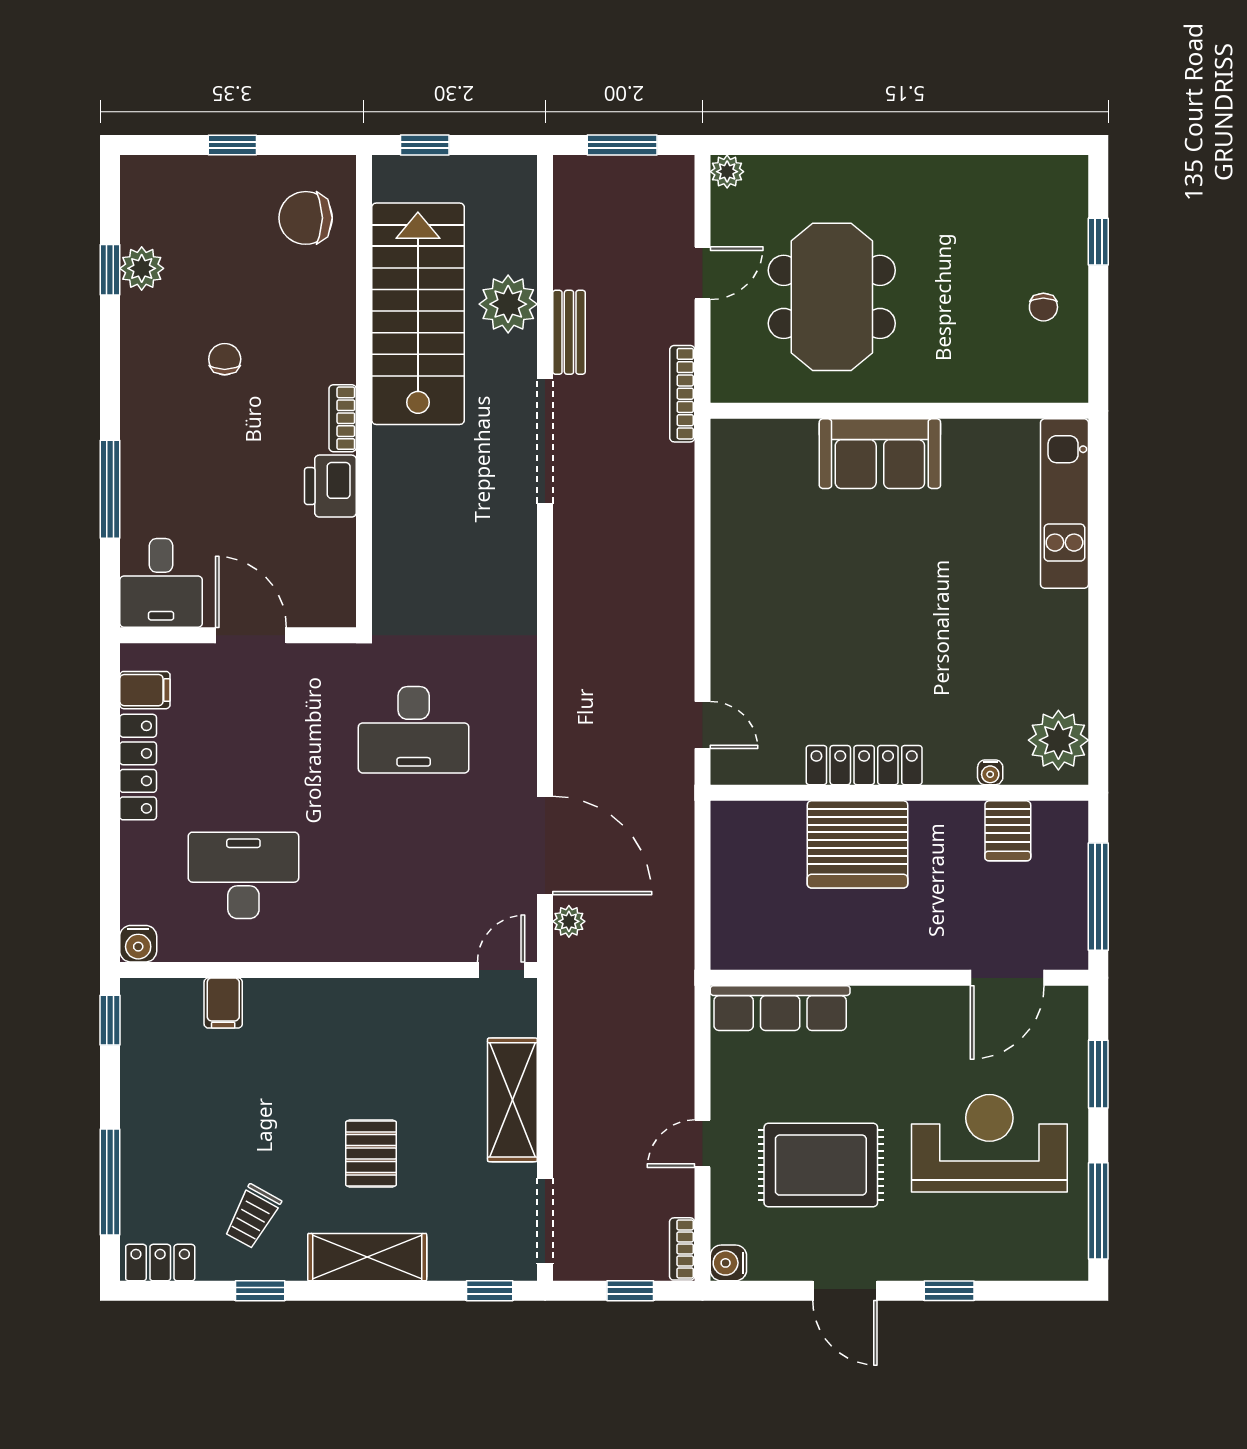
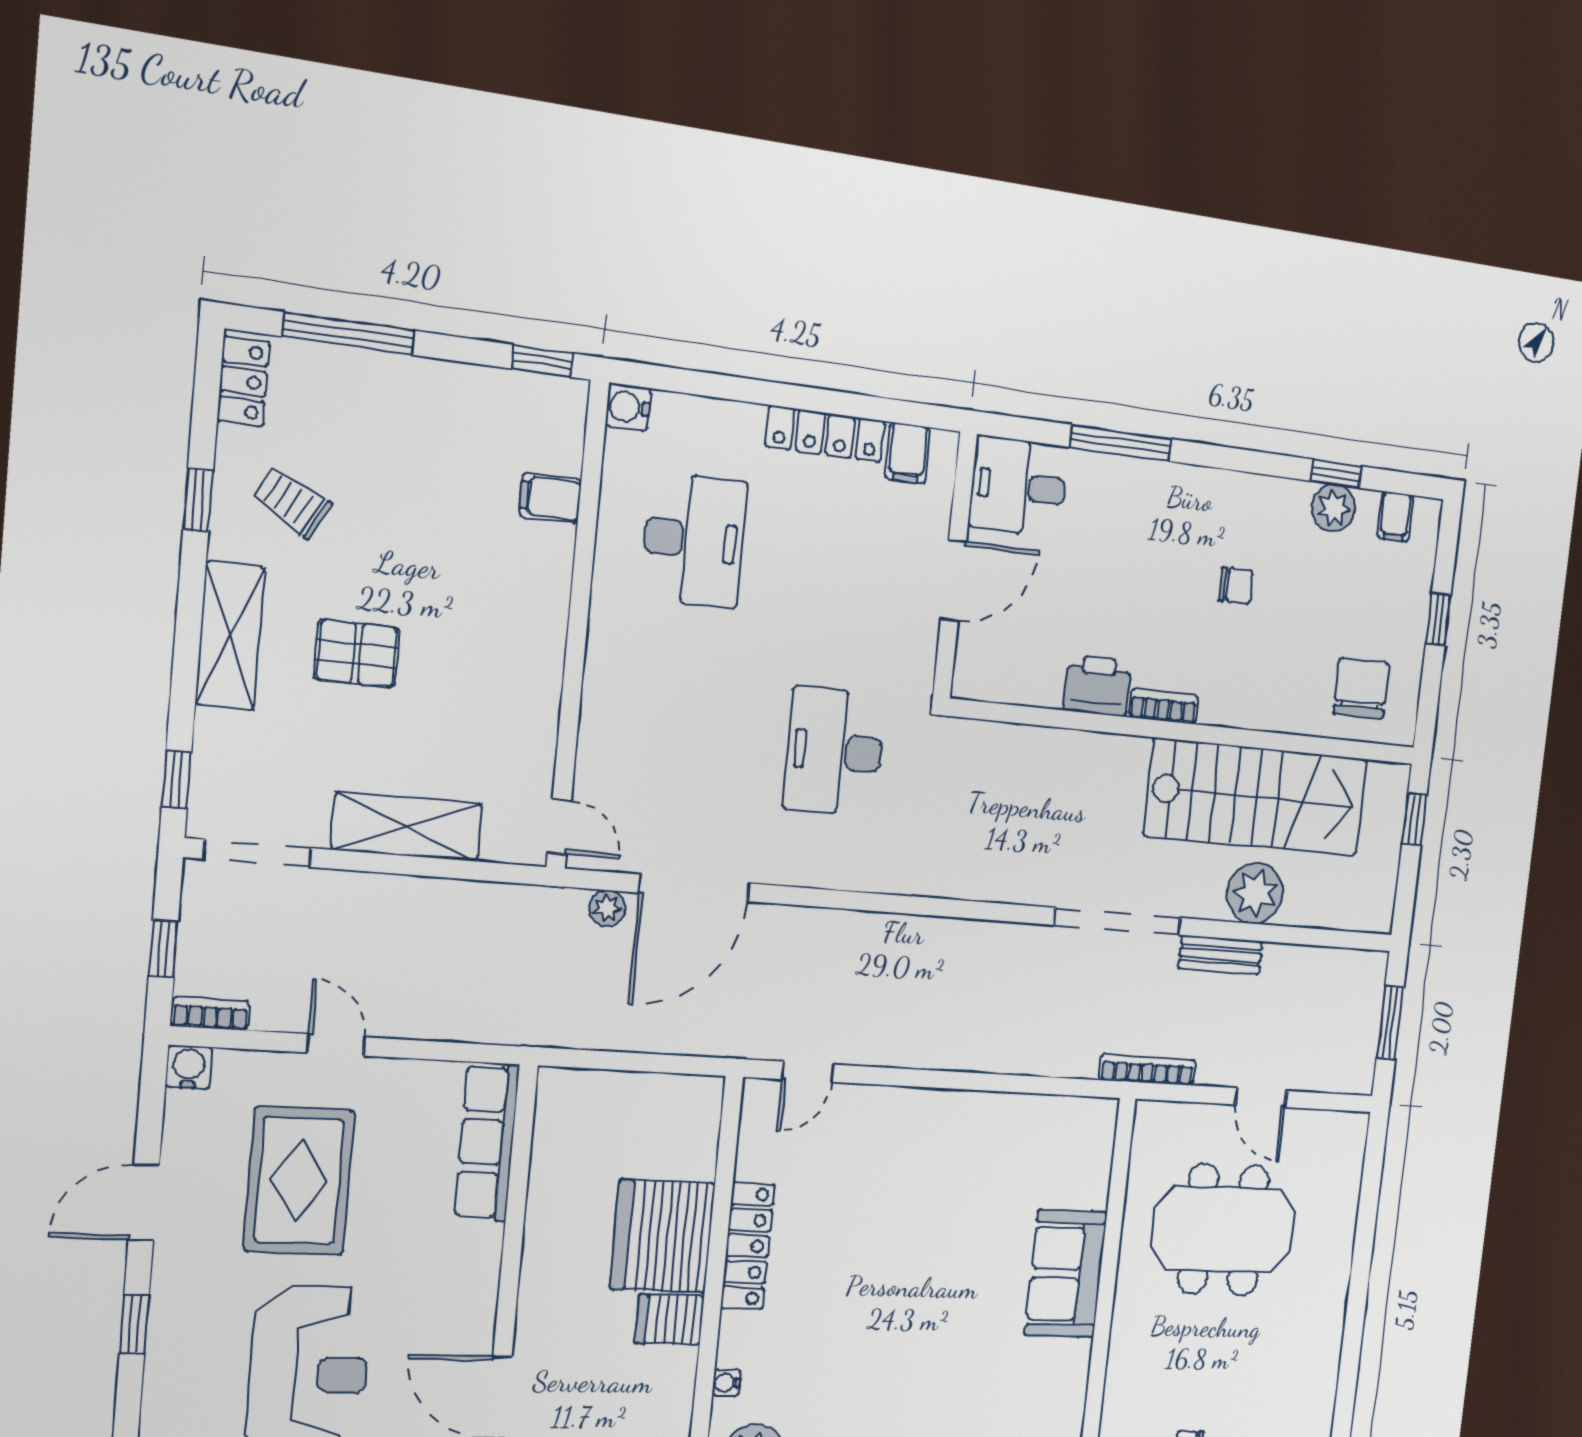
plant: (727, 172) -> (1353, 1128), removed
filing cabinet: (142, 203) -> (1396, 517), added
server rack: (1008, 831) -> (669, 1320), moved

